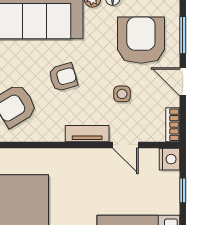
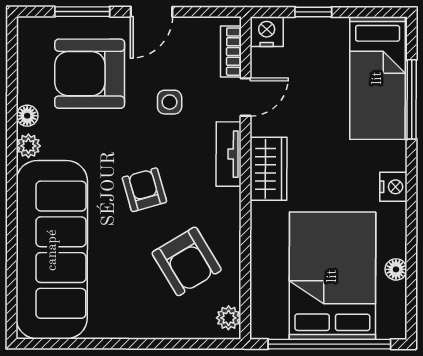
bookcase: (173, 125) -> (231, 52), moved, turned 90
wardrobe: (77, 160) -> (268, 169), added

